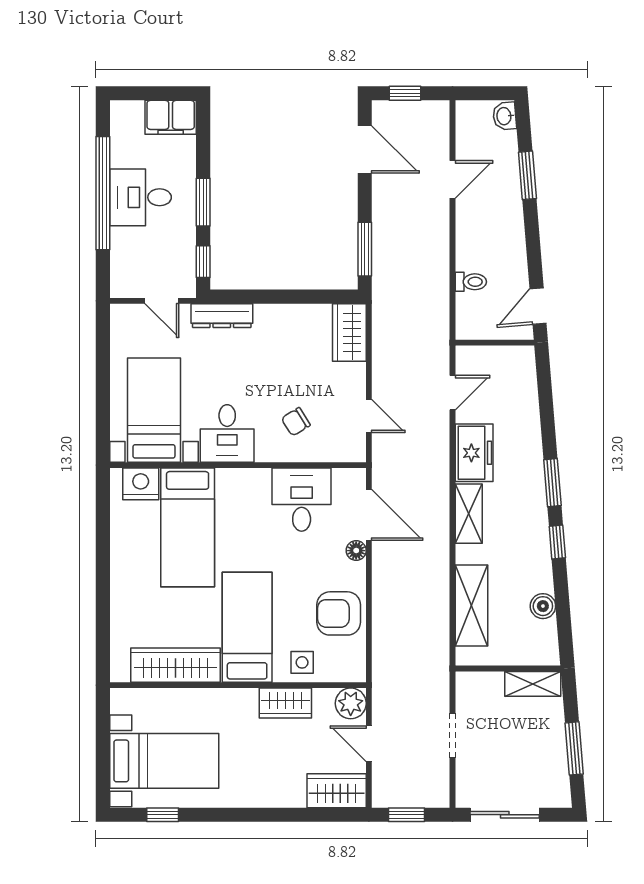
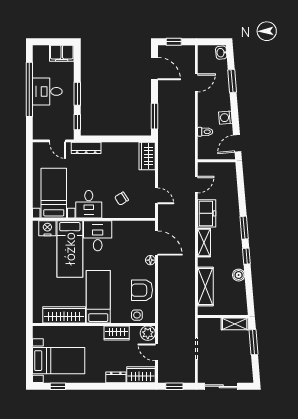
washing machine: (513, 252) -> (225, 118), added
desk: (302, 500) -> (98, 236), moved
boiler: (543, 606) -> (239, 275), moved
side table: (302, 662) -> (137, 315), moved
window: (574, 748) -> (253, 342), moved
dresser: (284, 796) -> (116, 377), added

